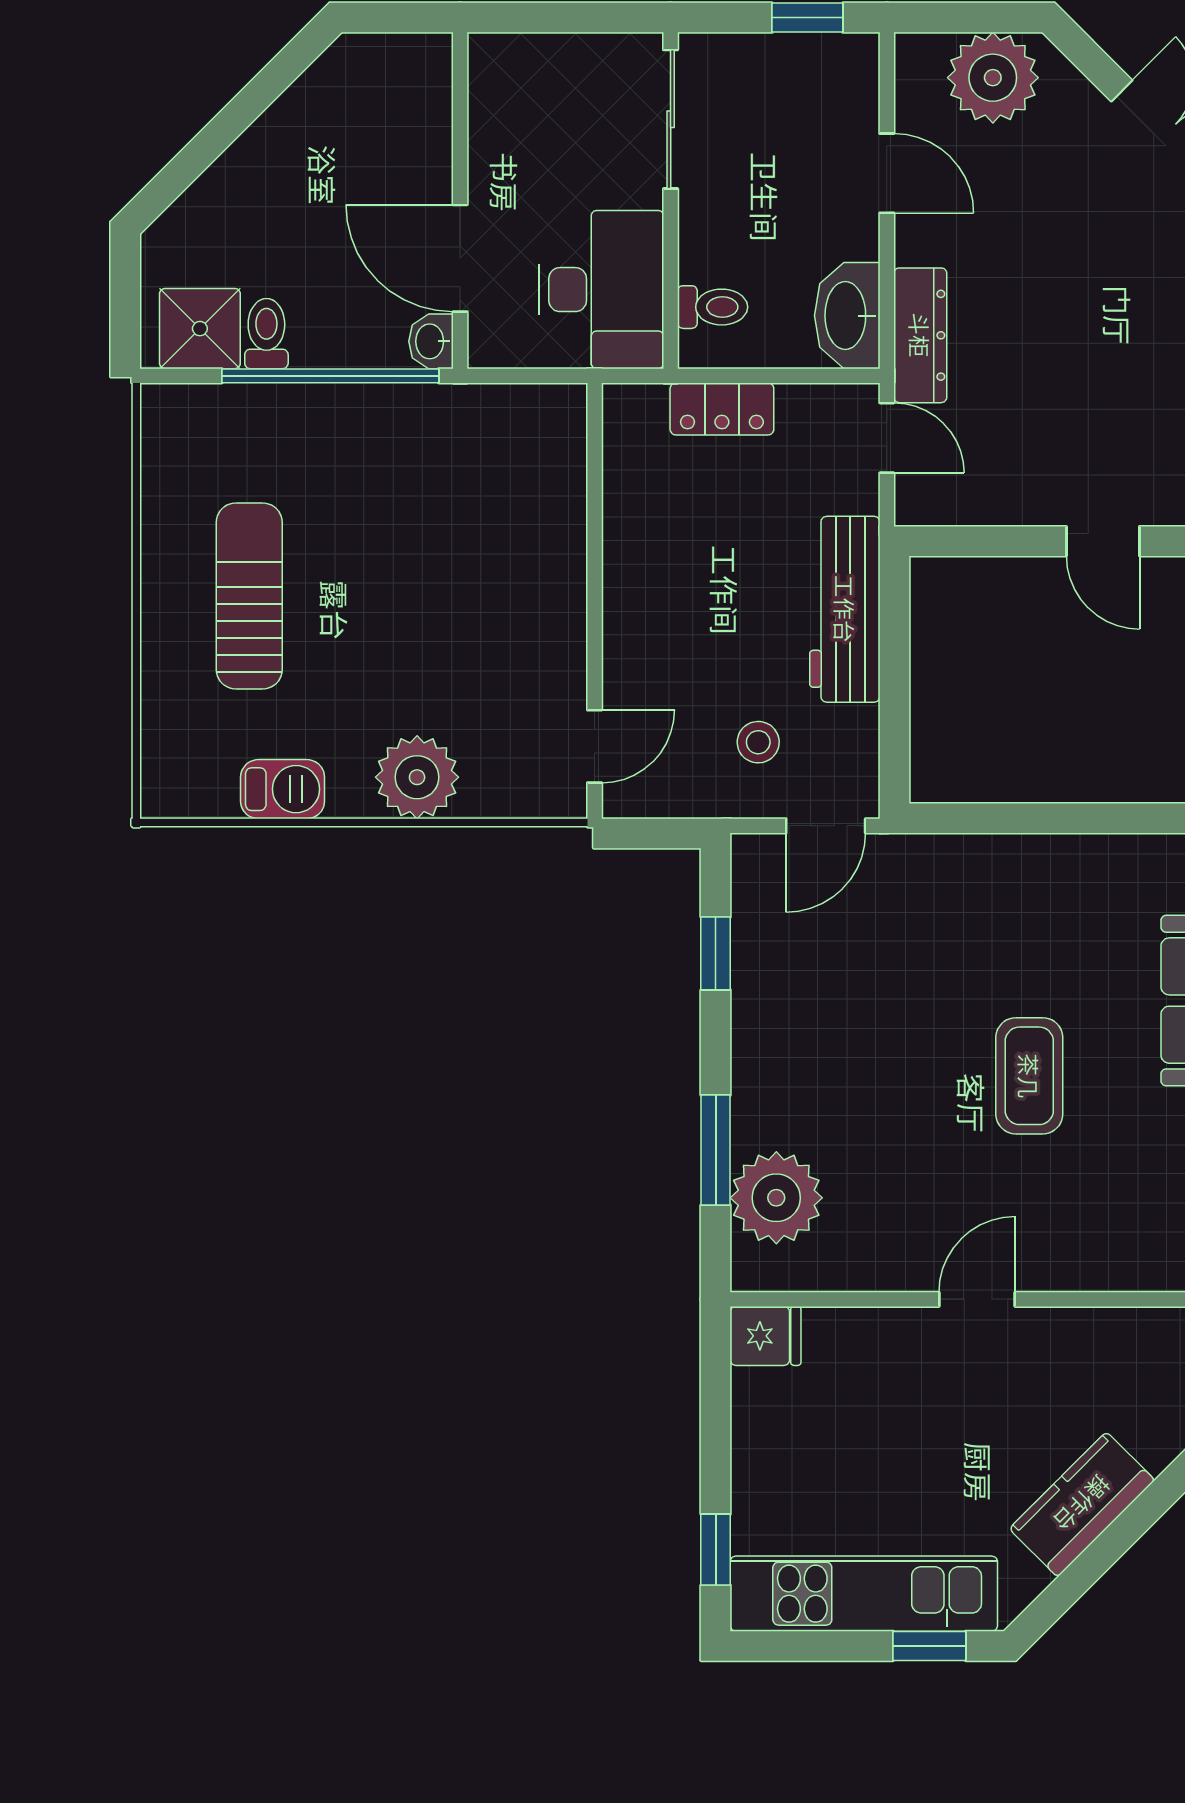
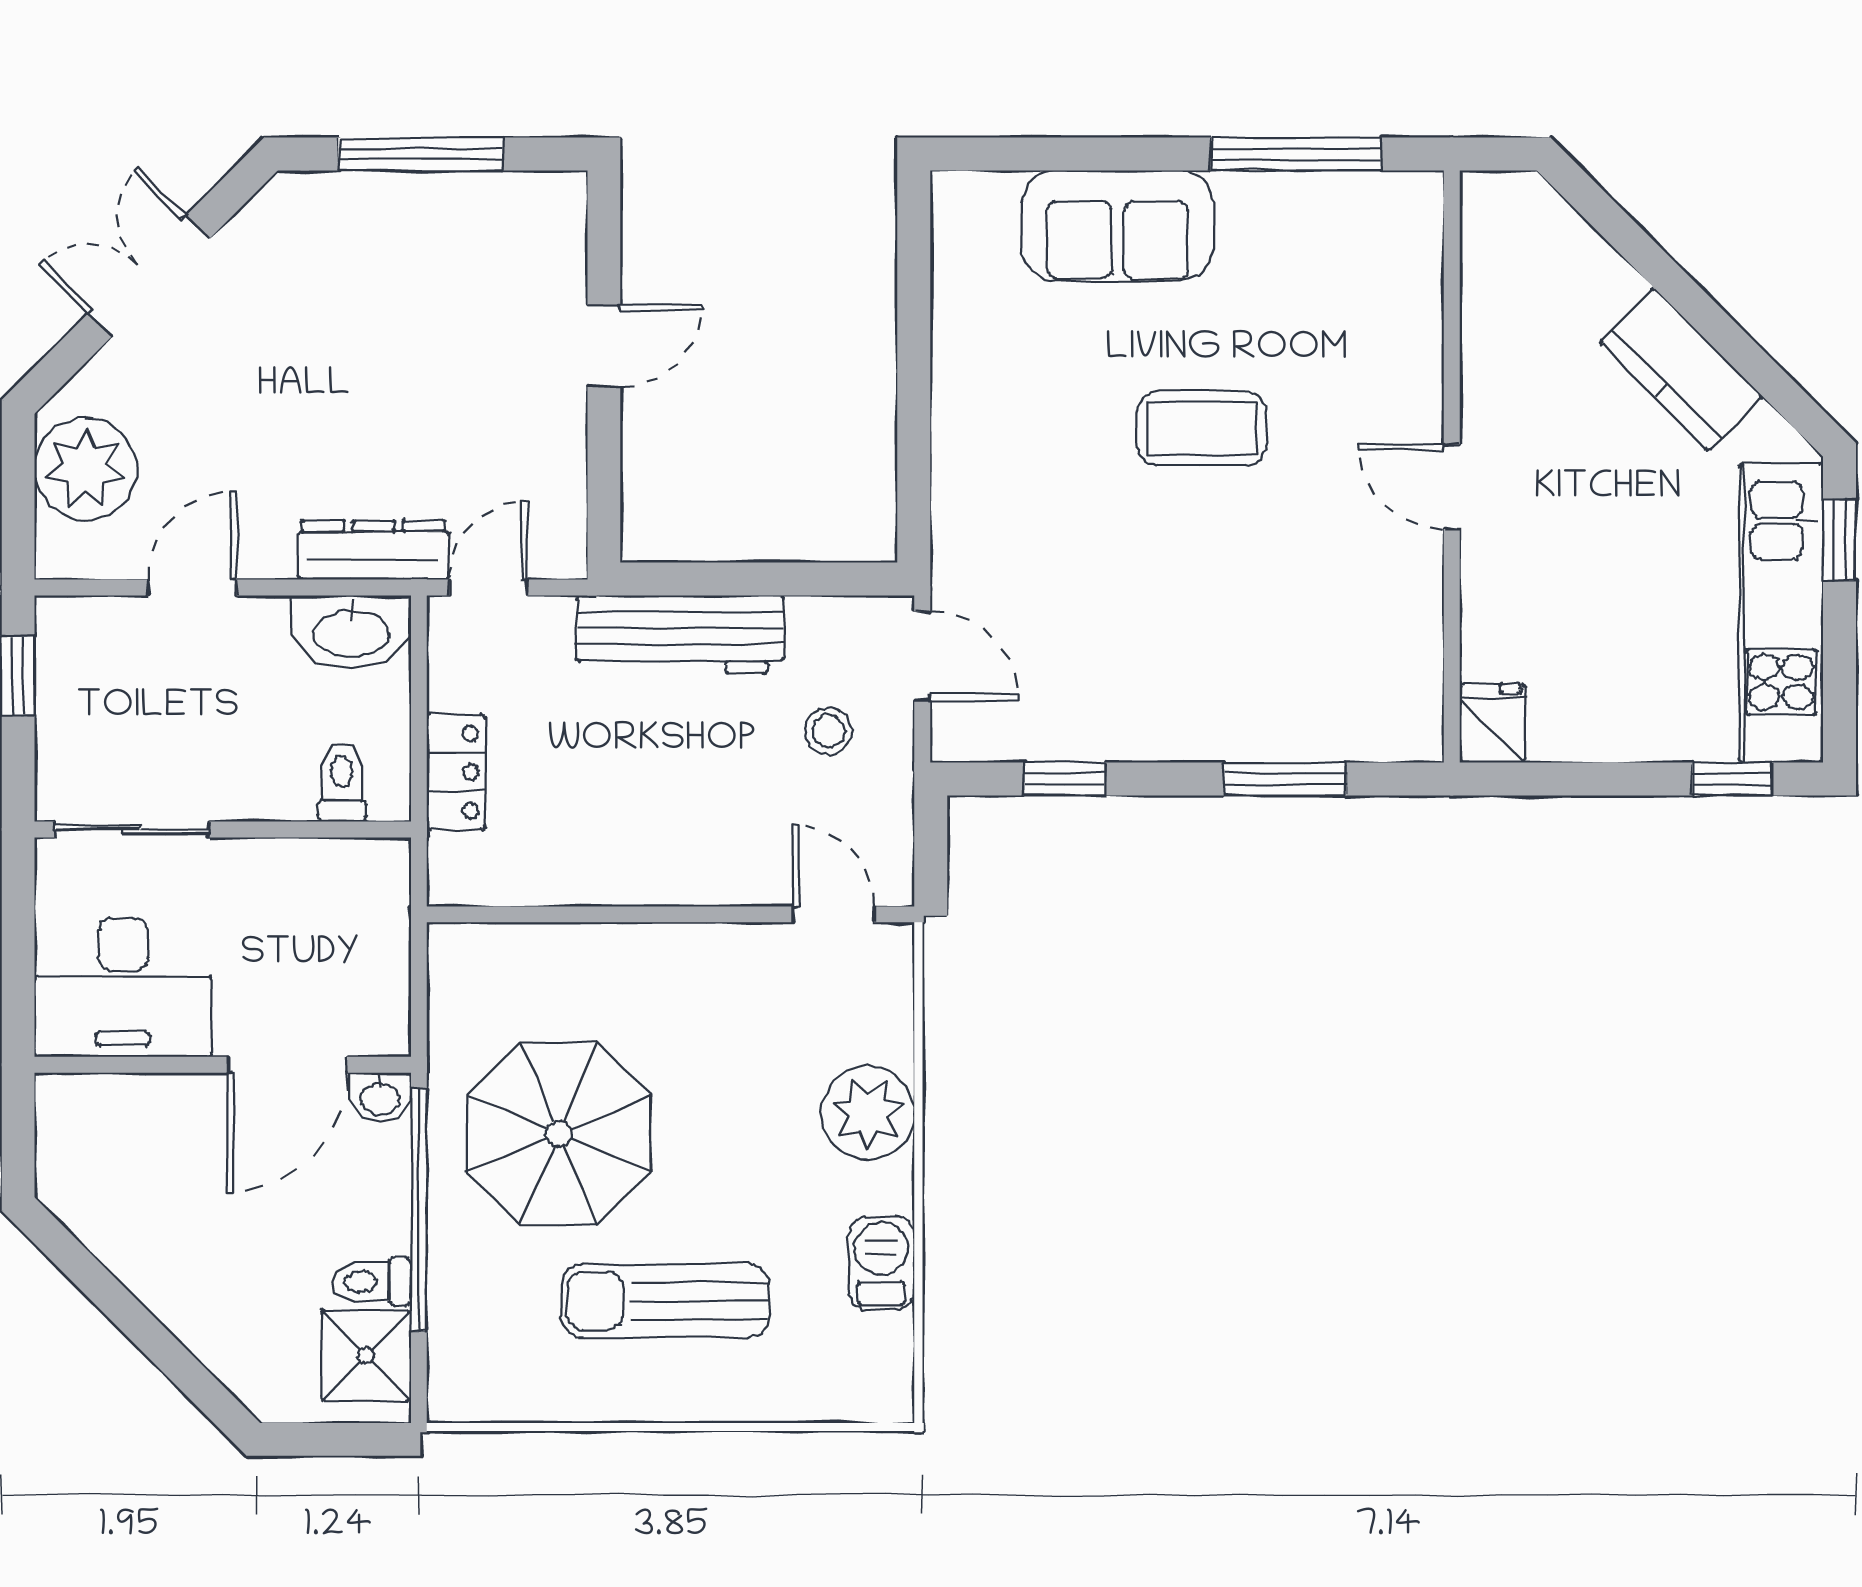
desk: (601, 290) -> (123, 987), moved, turned 180
parasol: (399, 501) -> (559, 1133), added
plant: (776, 1198) -> (1338, 711), removed

